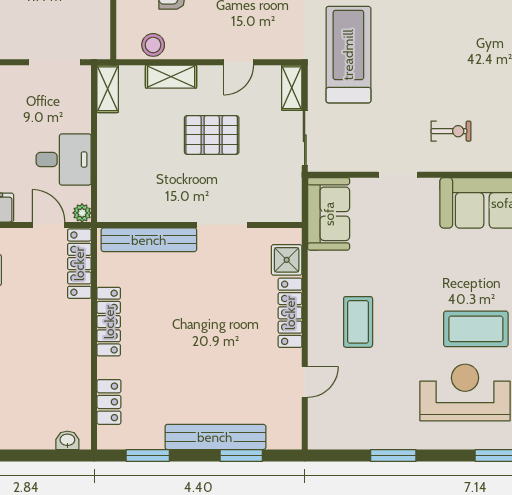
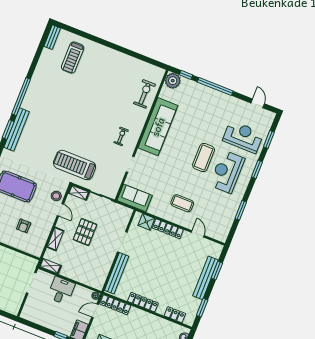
stool: (153, 45) -> (56, 196), moved
desk: (64, 159) -> (61, 290), moved

